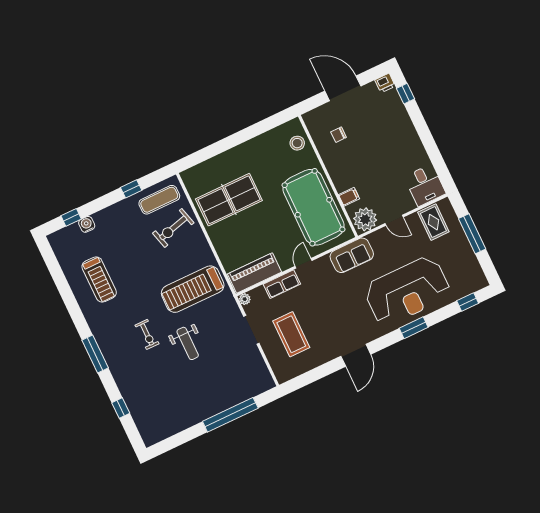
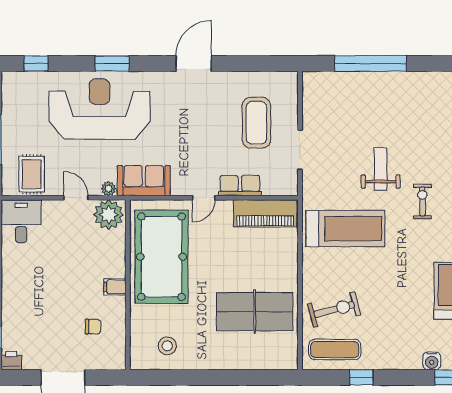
stool: (297, 143) -> (167, 346), moved
filing cabinet: (349, 197) -> (115, 287), moved
plant: (245, 299) -> (109, 189), moved

